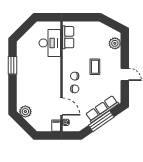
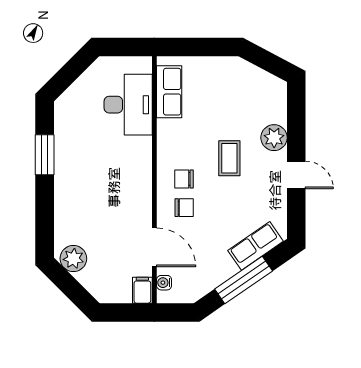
plant: (115, 43) -> (274, 138), moved
row of seats: (102, 109) -> (256, 246), width x0.68

